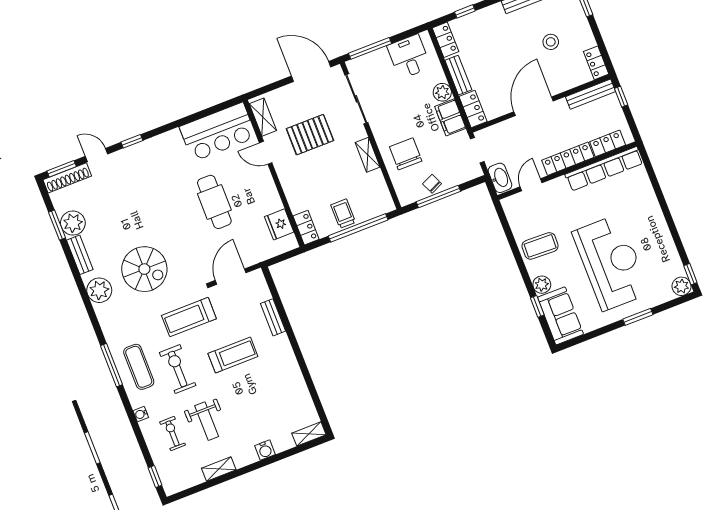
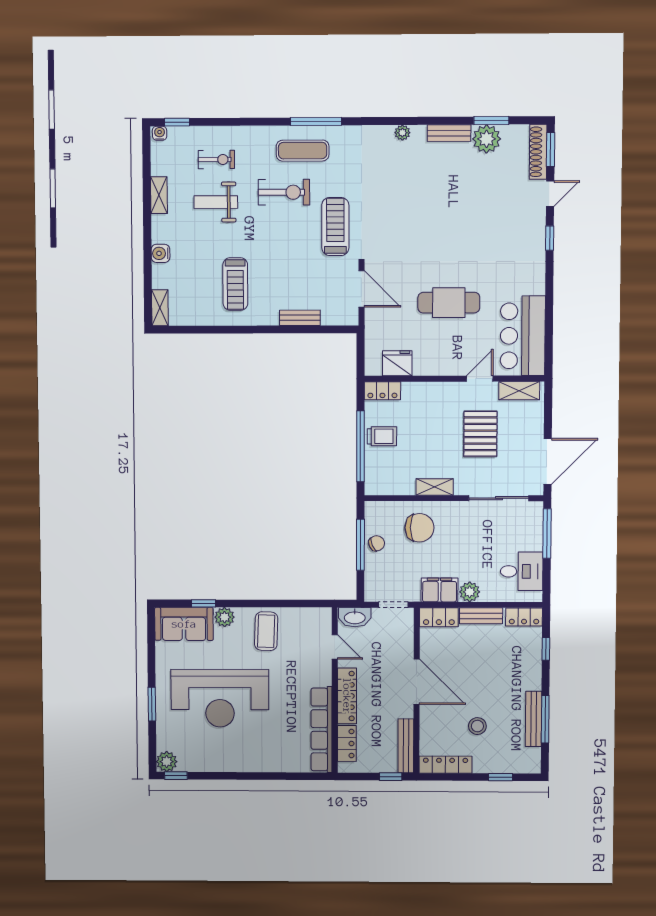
locker: (596, 63) -> (446, 765), width x1.53
spiral stairs: (144, 269) -> (406, 198), removed
plant: (99, 290) -> (402, 133), width x0.53, depth x0.53
treadmill: (233, 355) -> (235, 284), moved
water cooler: (141, 414) -> (160, 133), moved

